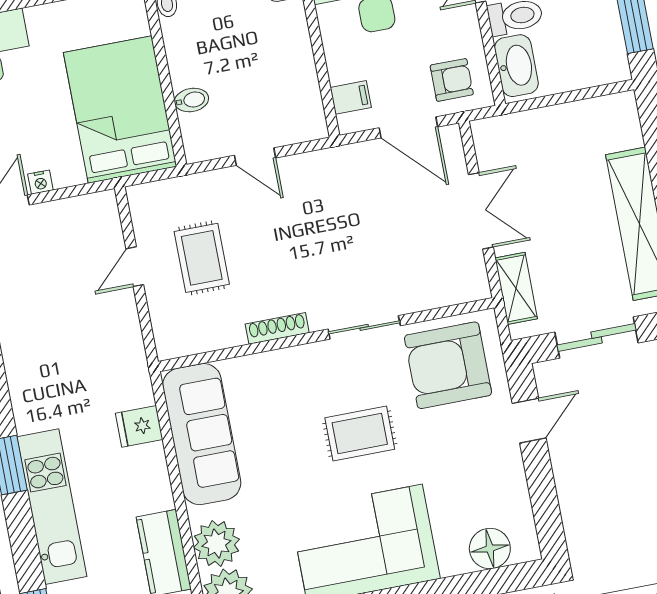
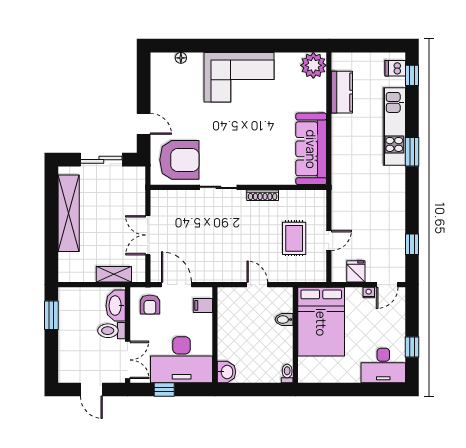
armchair: (452, 80) -> (150, 305), turned -90
shelving: (516, 288) -> (114, 274), moved, turned 90
door: (529, 421) -> (144, 124), swing flipped
fridge: (139, 426) -> (356, 271), moved, turned -90
rug: (360, 434) -> (231, 134), removed
plant: (216, 544) -> (314, 92), removed
floor lamp: (490, 549) -> (181, 58), width x0.53, depth x0.53

